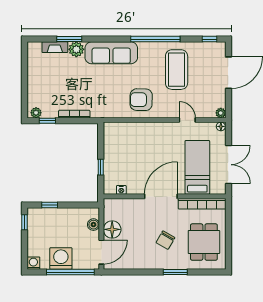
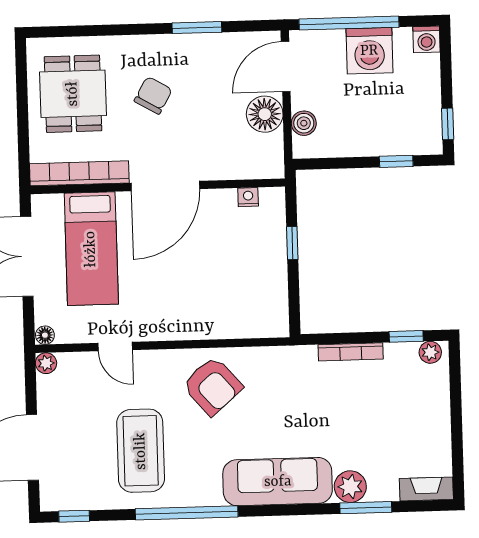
fireplace: (55, 47) -> (426, 489), moved
armchair: (141, 100) -> (212, 386), turned 48
window: (175, 272) -> (197, 28), moved

